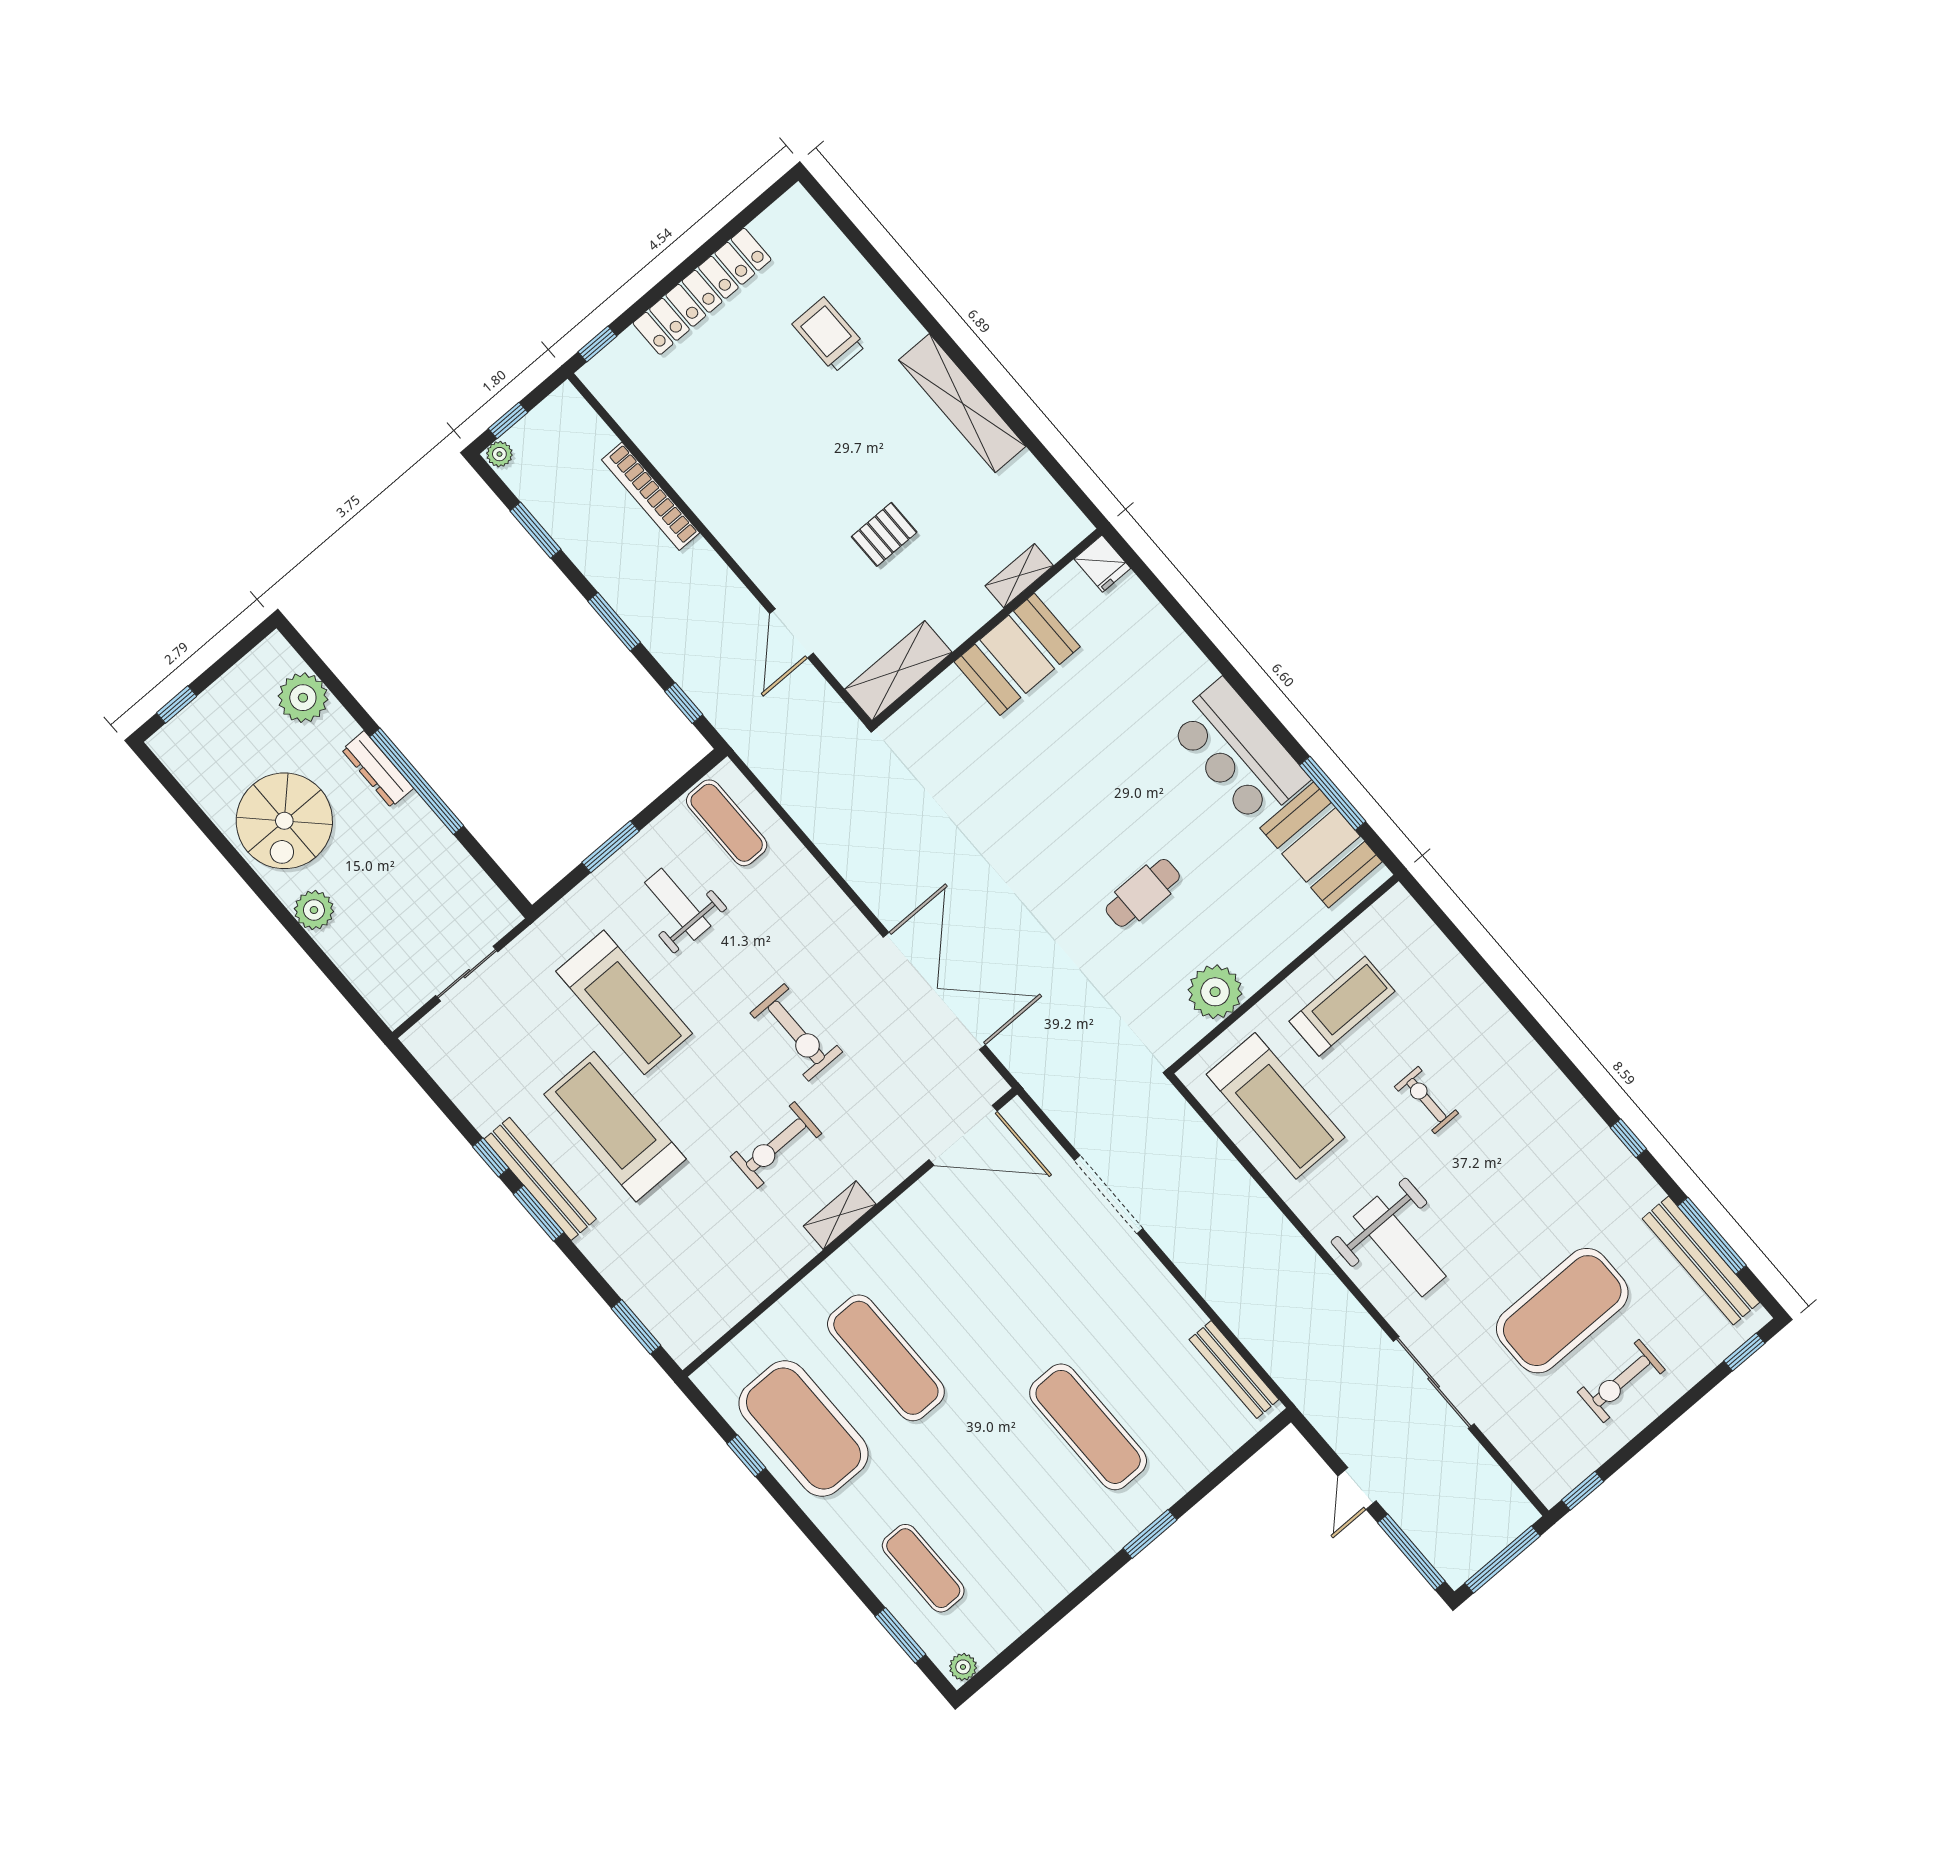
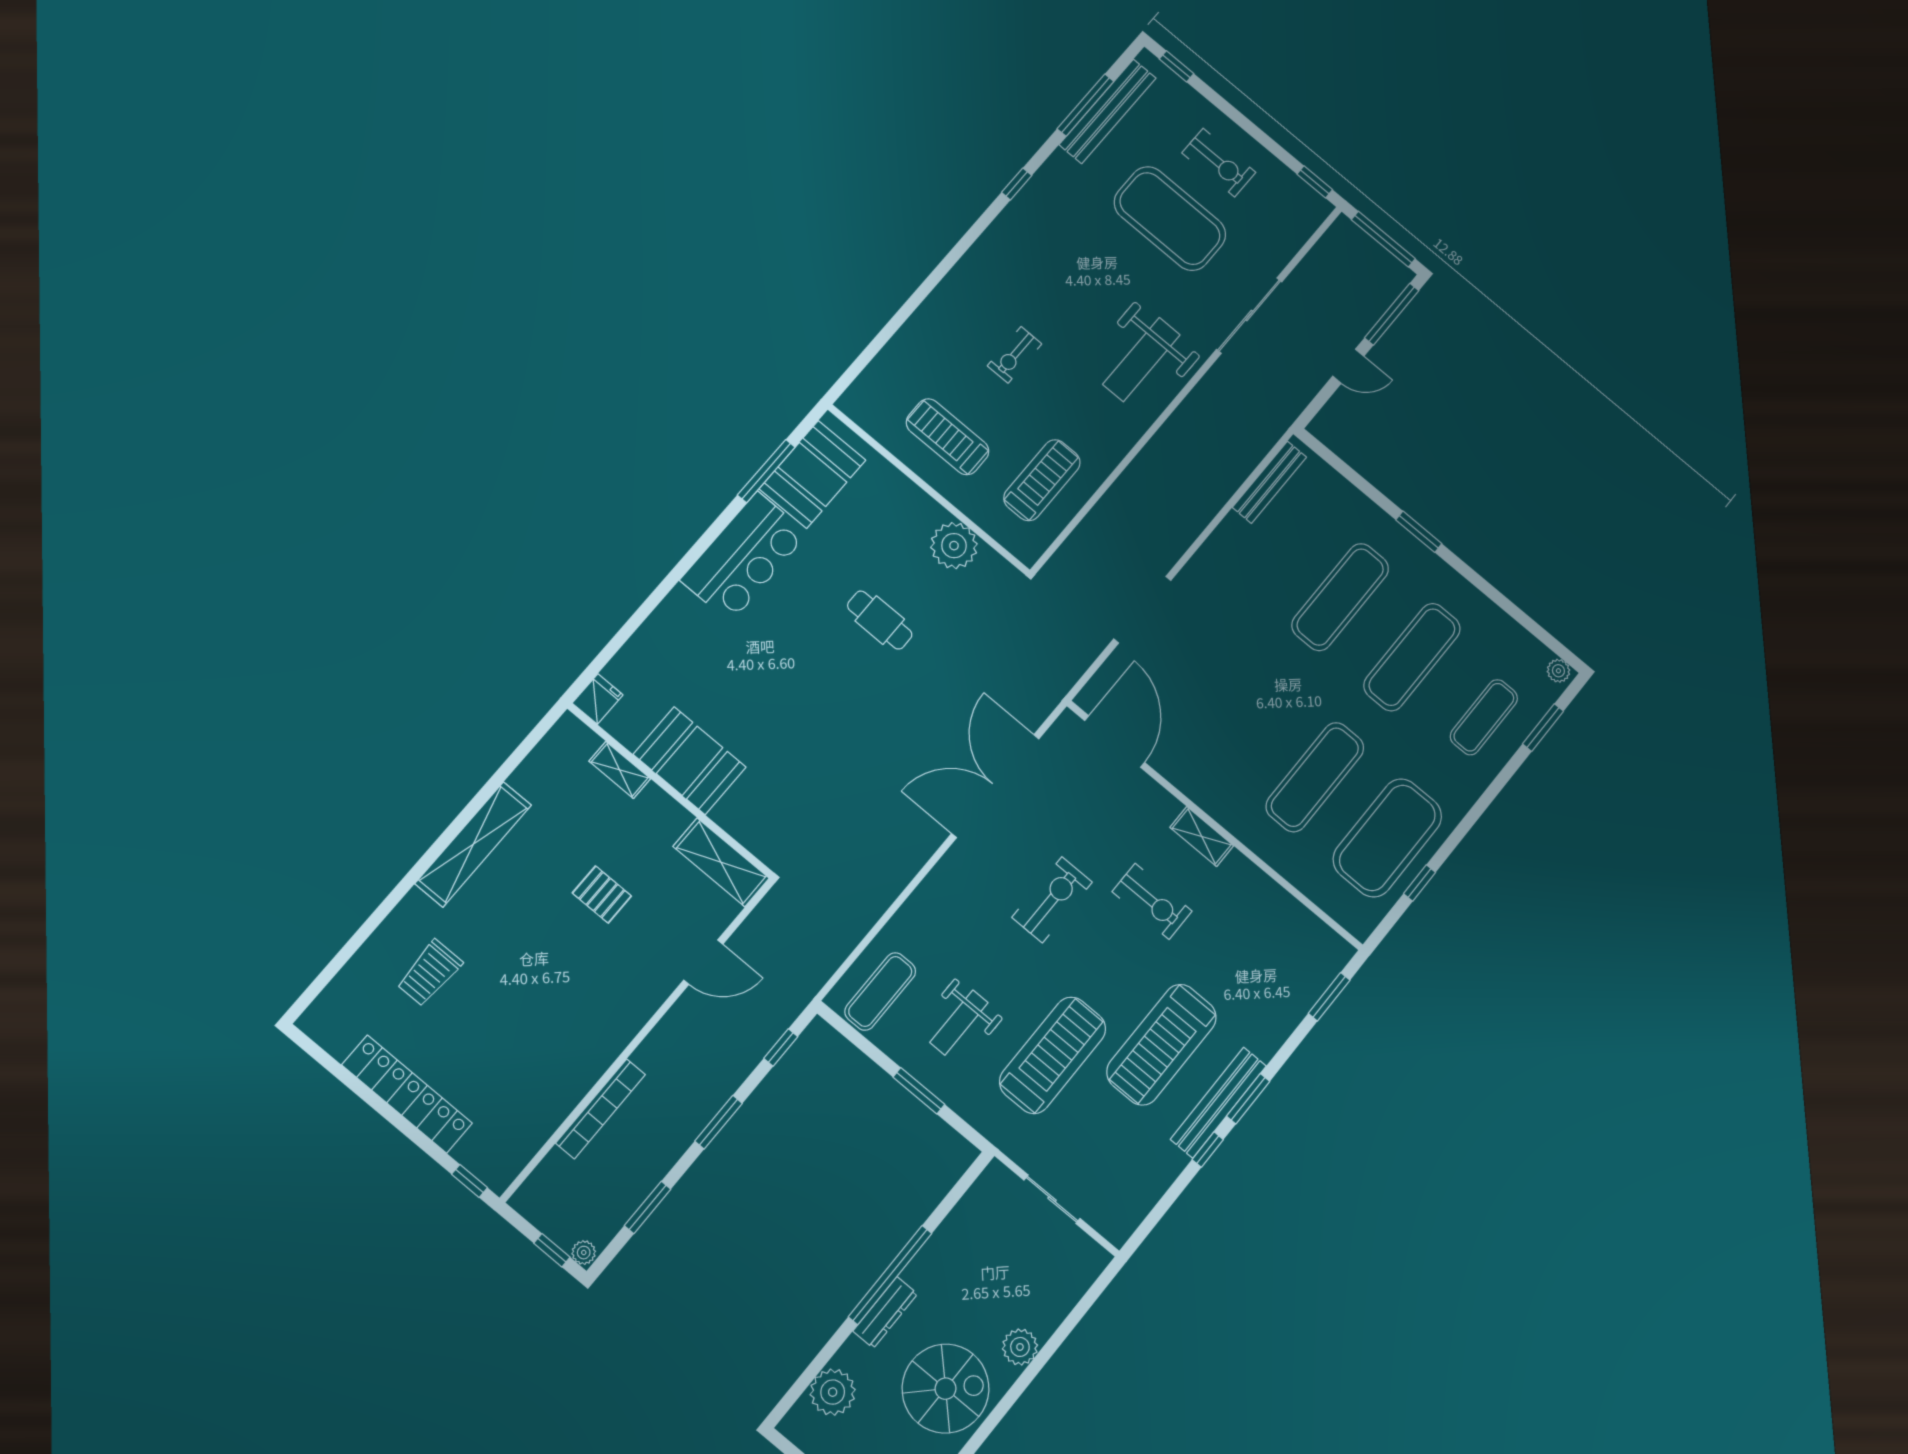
treadmill: (1276, 1106) -> (1042, 480), width x0.73, depth x0.73
weight bench: (1400, 1246) -> (1141, 360), turned 180
exercise mat: (1006, 1498) -> (1412, 657), added

